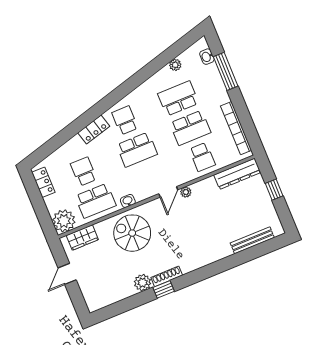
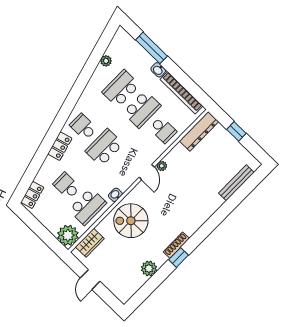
washbasin: (207, 57) -> (158, 70), moved
school desk: (137, 150) -> (104, 148), turned 180
locker: (43, 182) -> (32, 195), moved, turned 75
plant: (143, 283) -> (149, 268), moved

